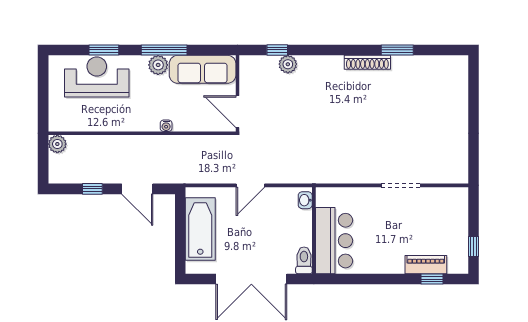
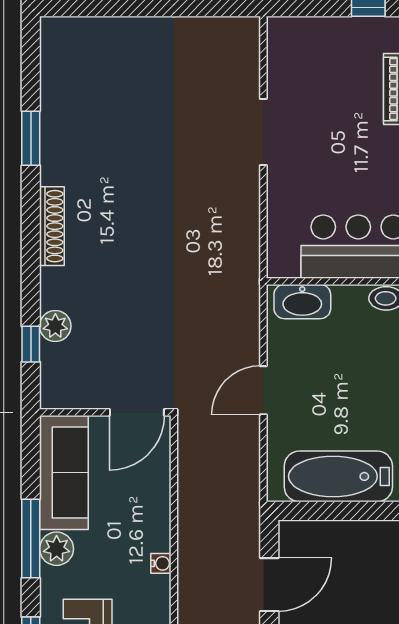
shoe rack: (367, 62) -> (52, 226), moved
water cooler: (166, 126) -> (161, 563), moved
door: (250, 185) -> (263, 390), swing flipped
washbasin: (305, 200) -> (302, 302), width x1.91, depth x1.45

